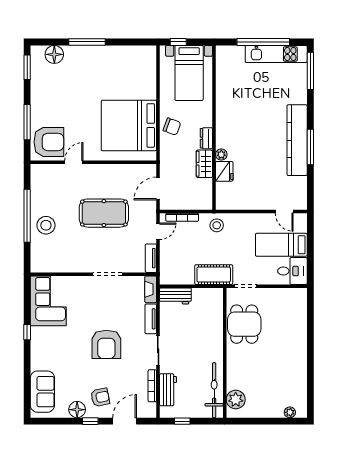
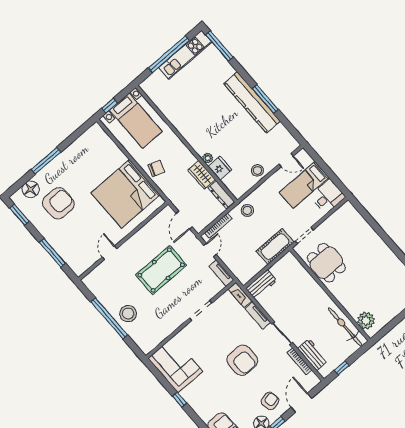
dresser: (206, 138) -> (221, 195), moved, width x1.44
armchair: (49, 142) -> (58, 203), moved
stool: (253, 200) -> (257, 170), added

